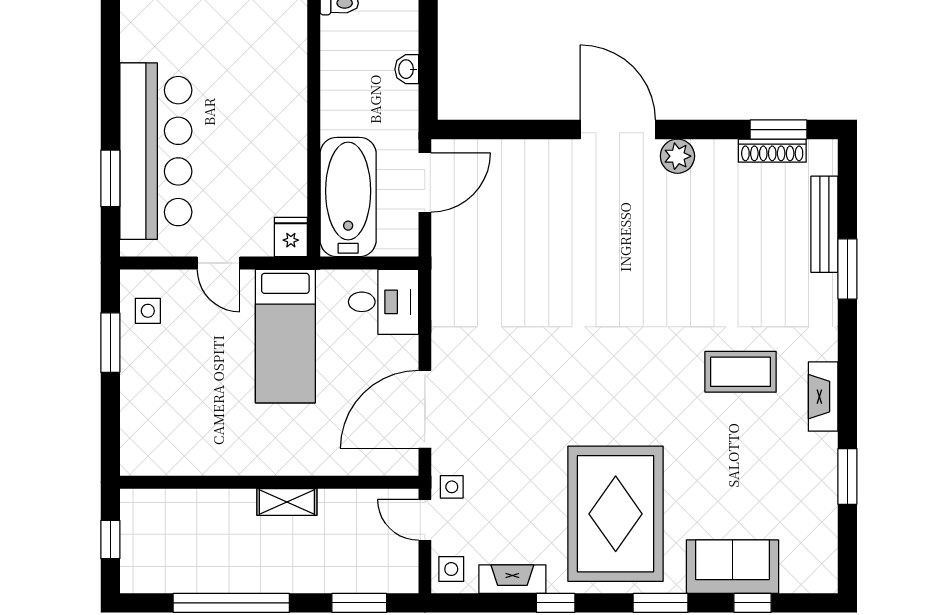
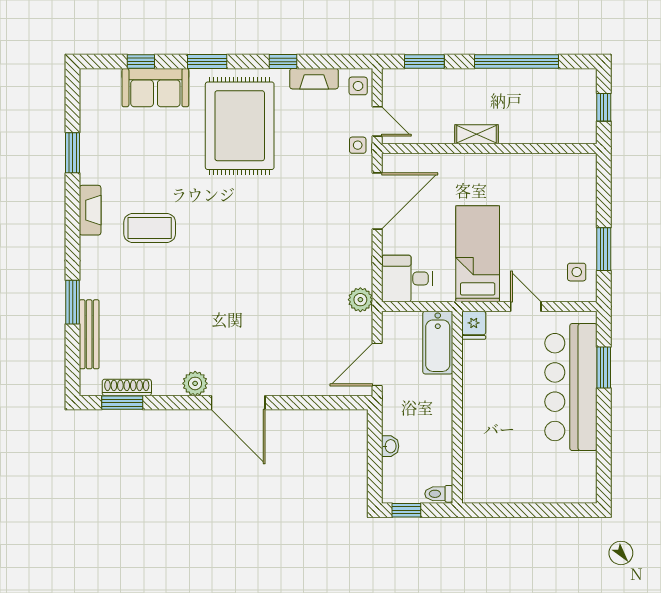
bathtub: (348, 197) -> (438, 343), width x0.73, depth x0.73
plant: (448, 272) -> (360, 300), added

